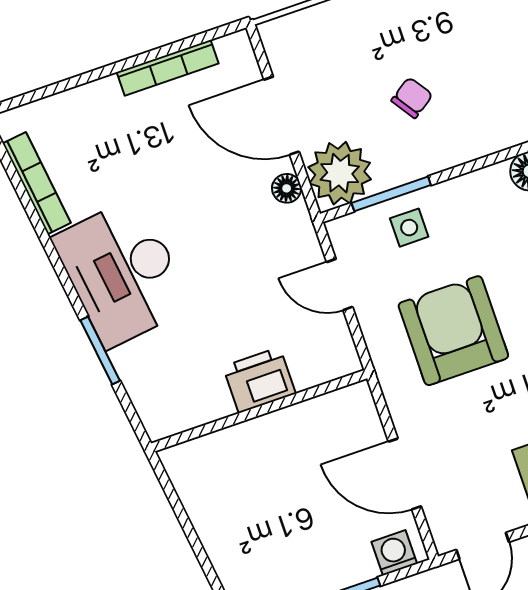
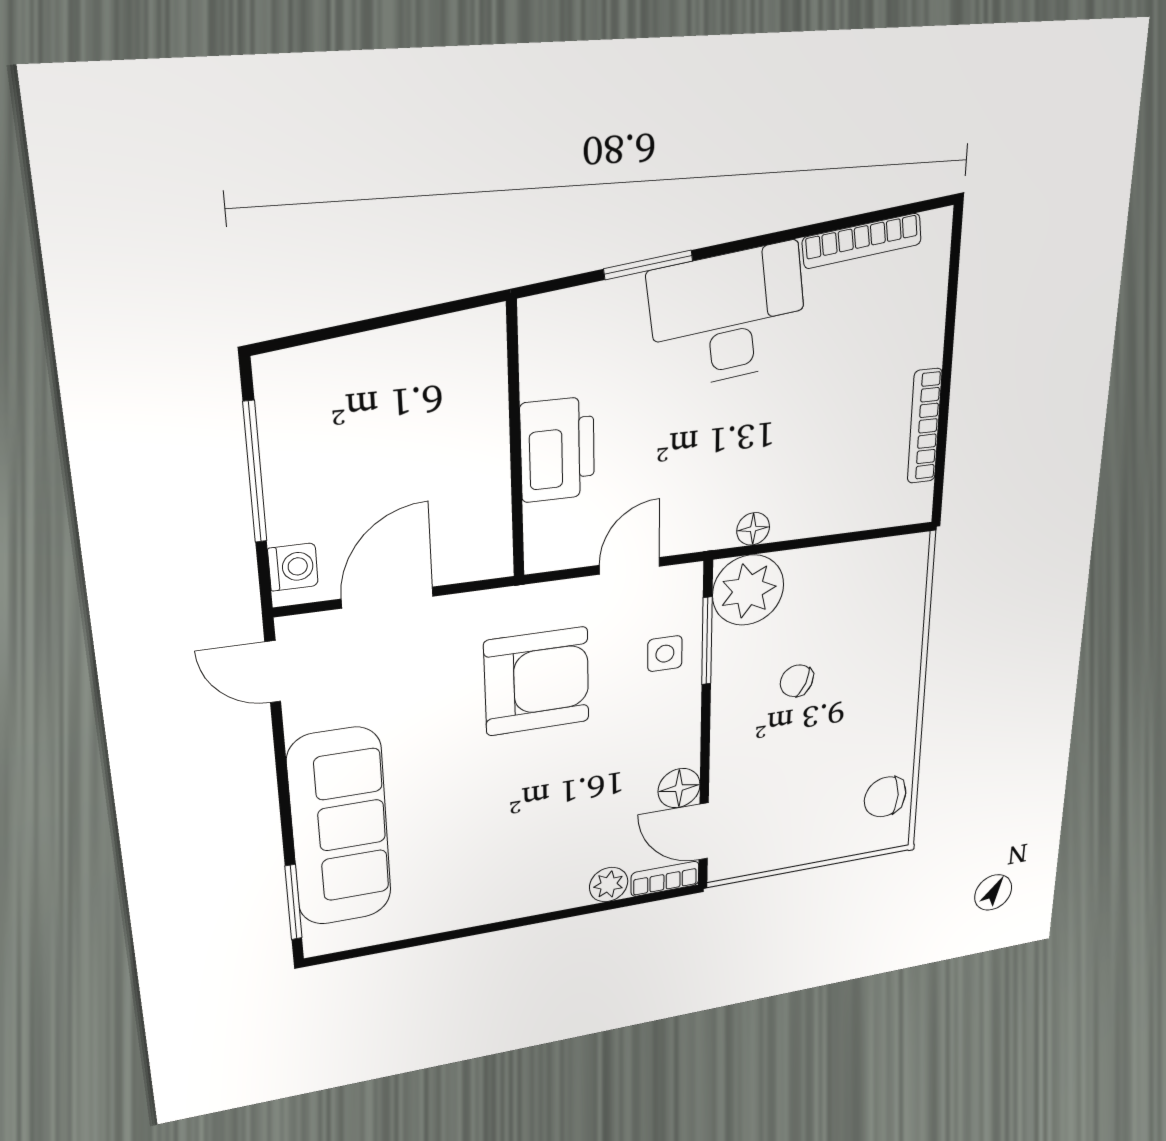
chair: (412, 98) -> (797, 681), turned 148
door: (281, 116) -> (830, 540), removed
printer: (259, 380) -> (557, 450), width x1.37, depth x1.19

